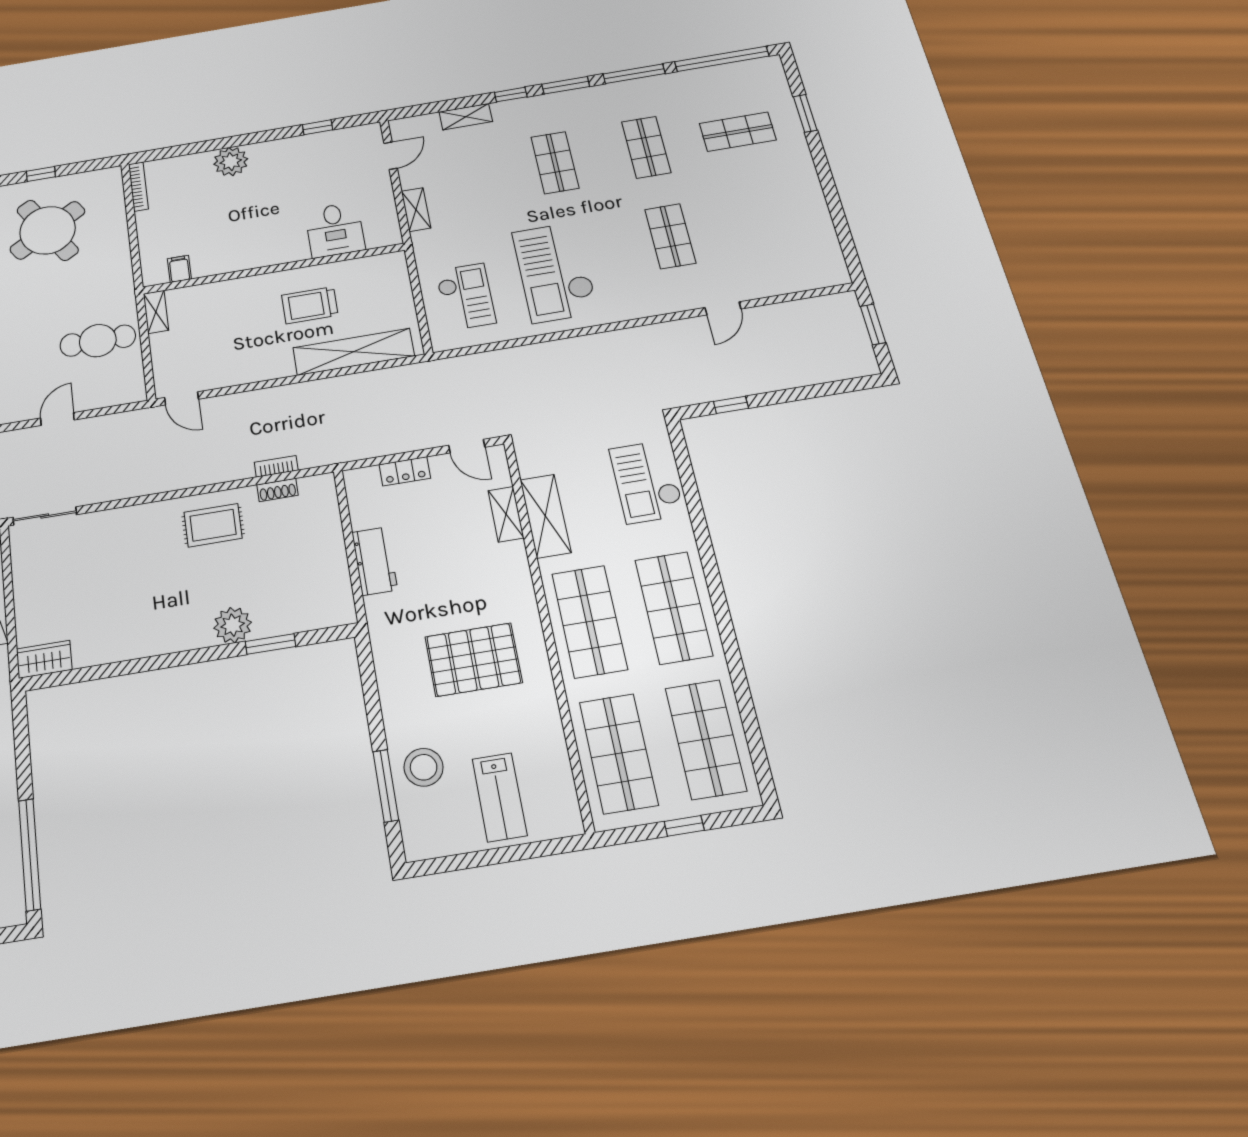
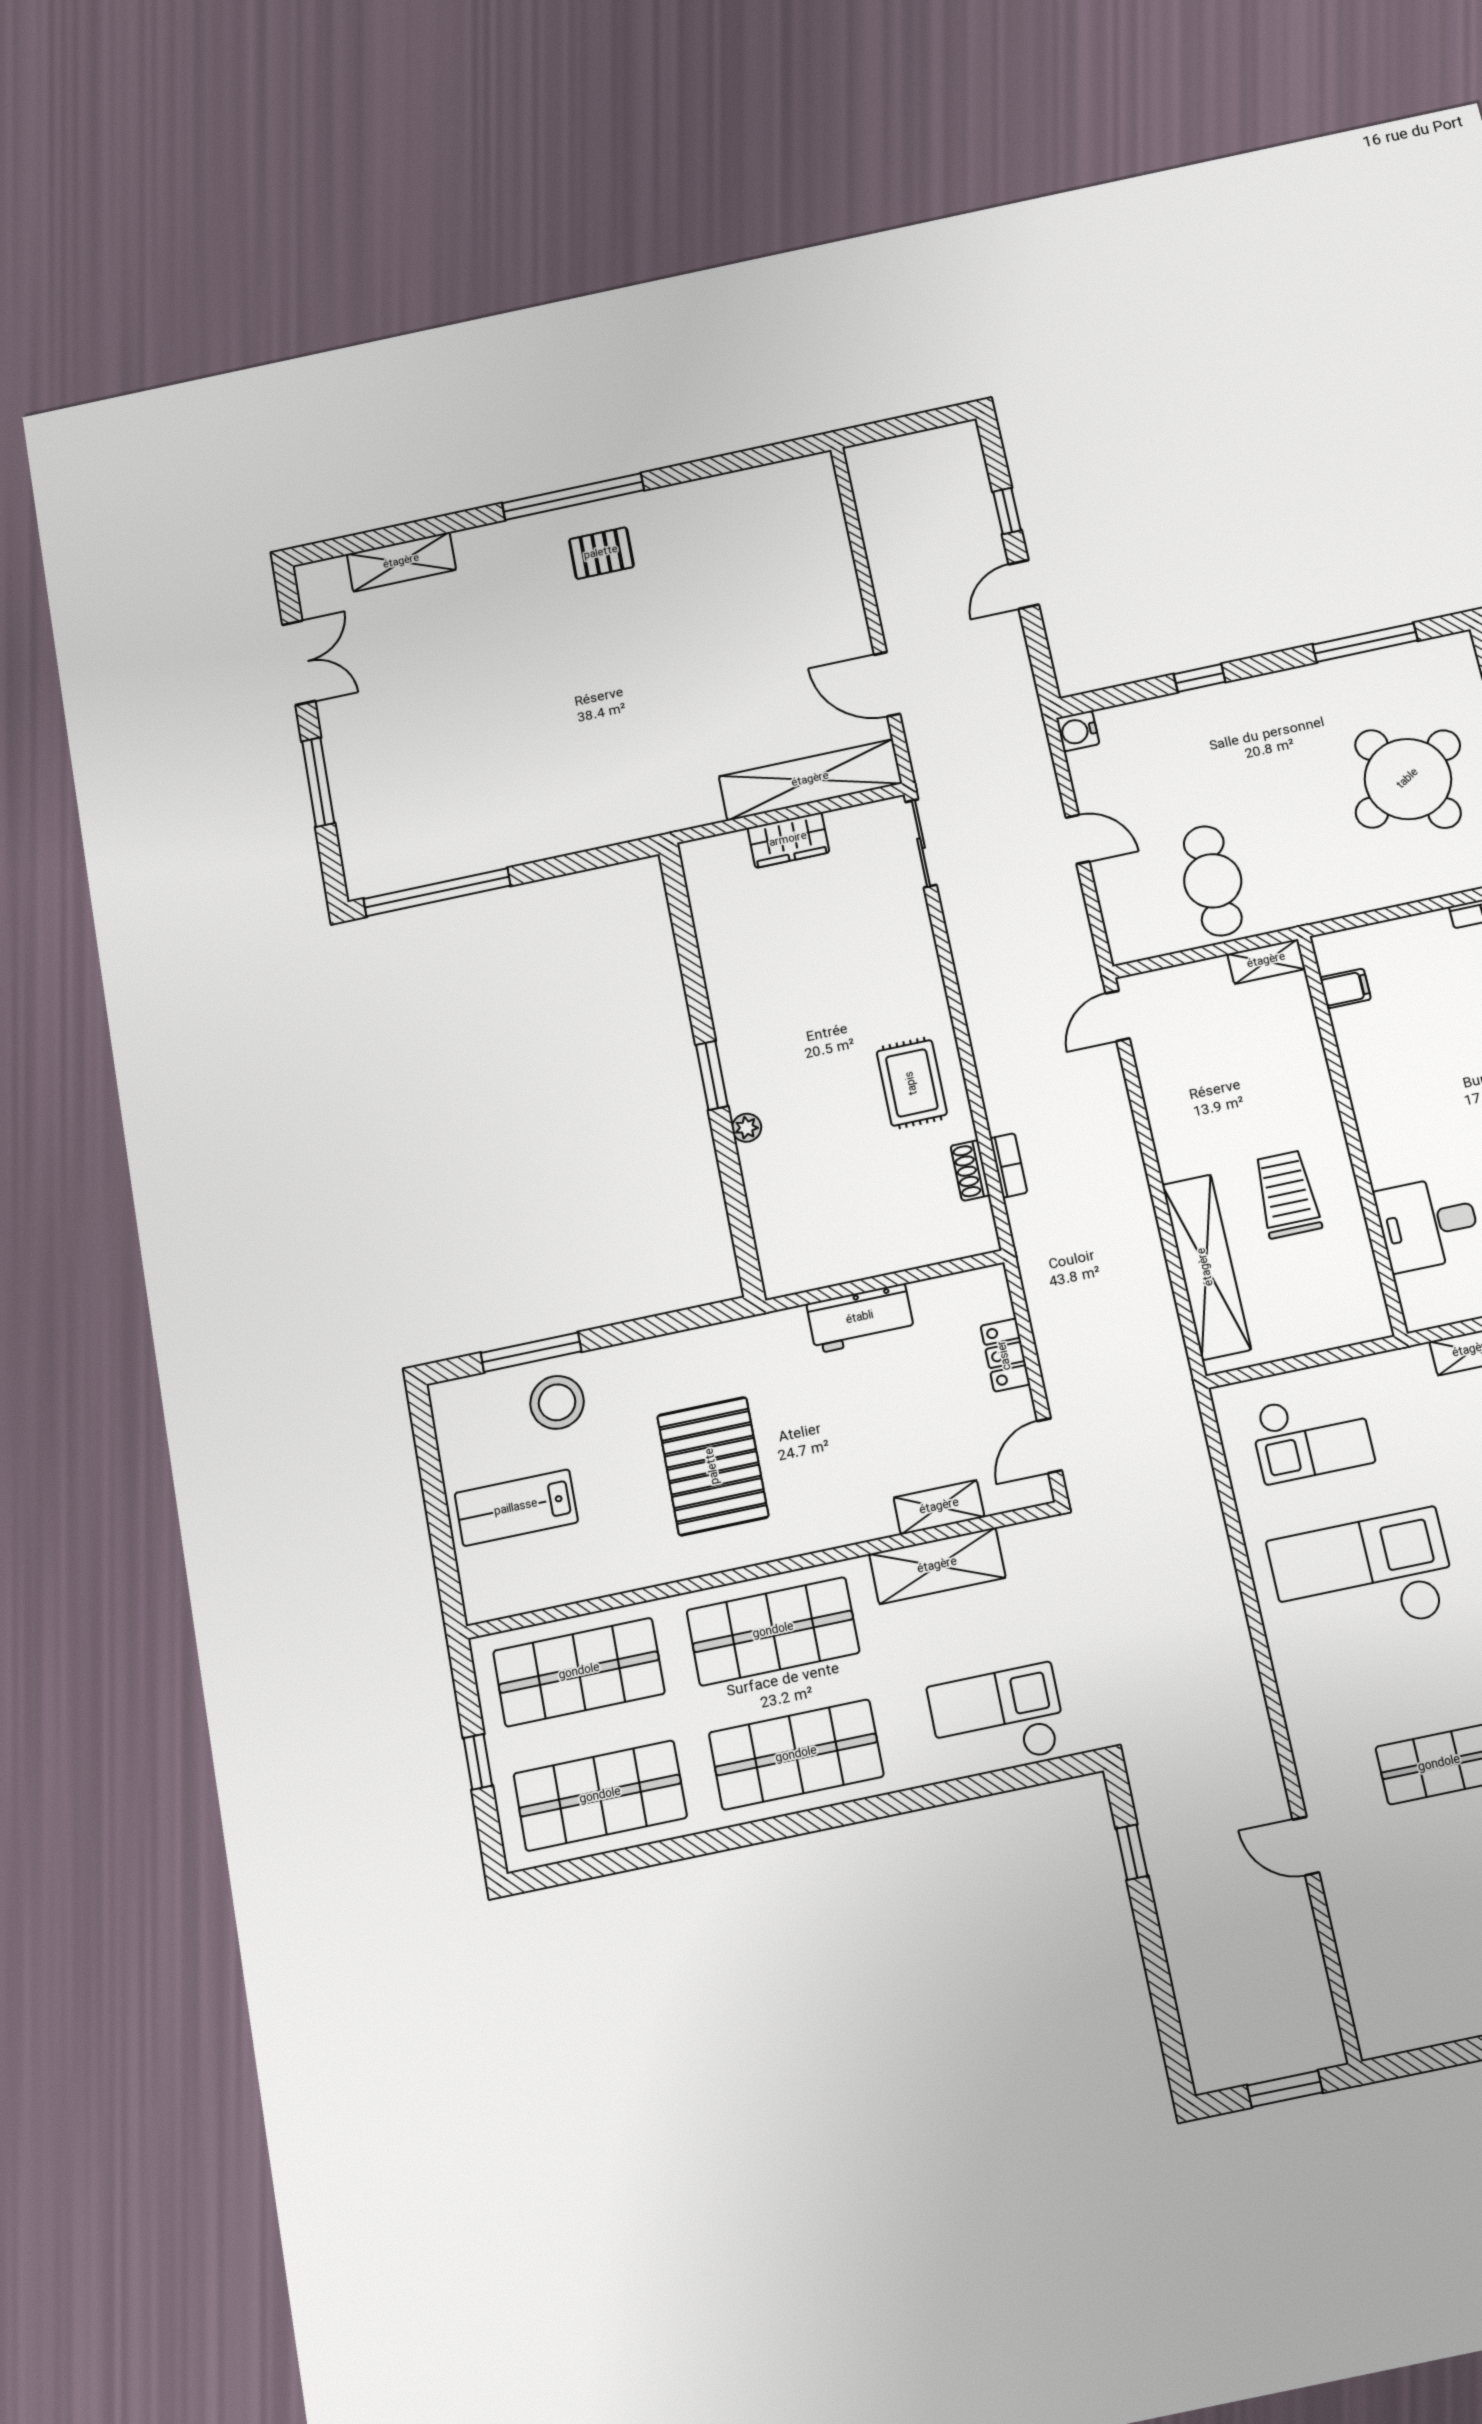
plant: (233, 625) -> (747, 1128), width x0.53, depth x0.53
window: (270, 644) -> (712, 1075), moved
wardrobe: (44, 659) -> (788, 840), moved, turned 90

